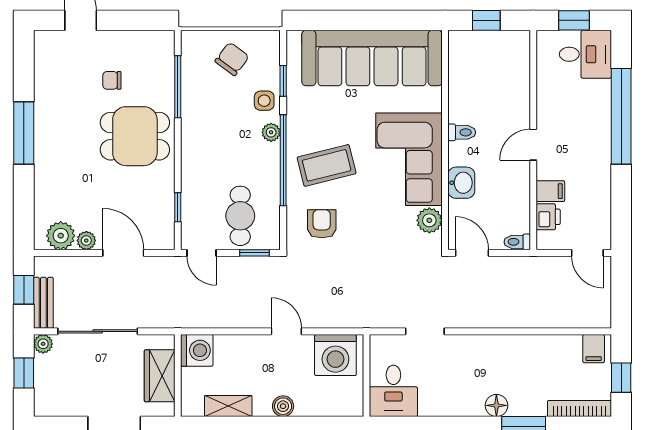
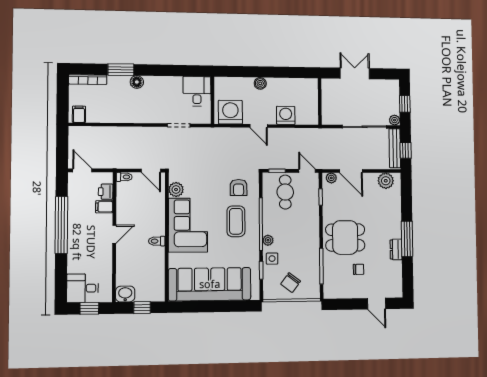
dresser: (44, 114) -> (396, 249), added
window: (621, 116) -> (61, 225), moved
coffee table: (327, 165) -> (236, 221), turned -76
washbasin: (461, 183) -> (125, 294), moved, turned 90
plant: (86, 241) -> (331, 178), moved
bench: (43, 303) -> (395, 148), width x1.36
washing machine: (197, 350) -> (286, 115), moved, turned 90
wardrobe: (160, 376) -> (330, 101), removed
window: (621, 378) -> (63, 97), removed
shelving: (228, 406) -> (291, 84), removed

